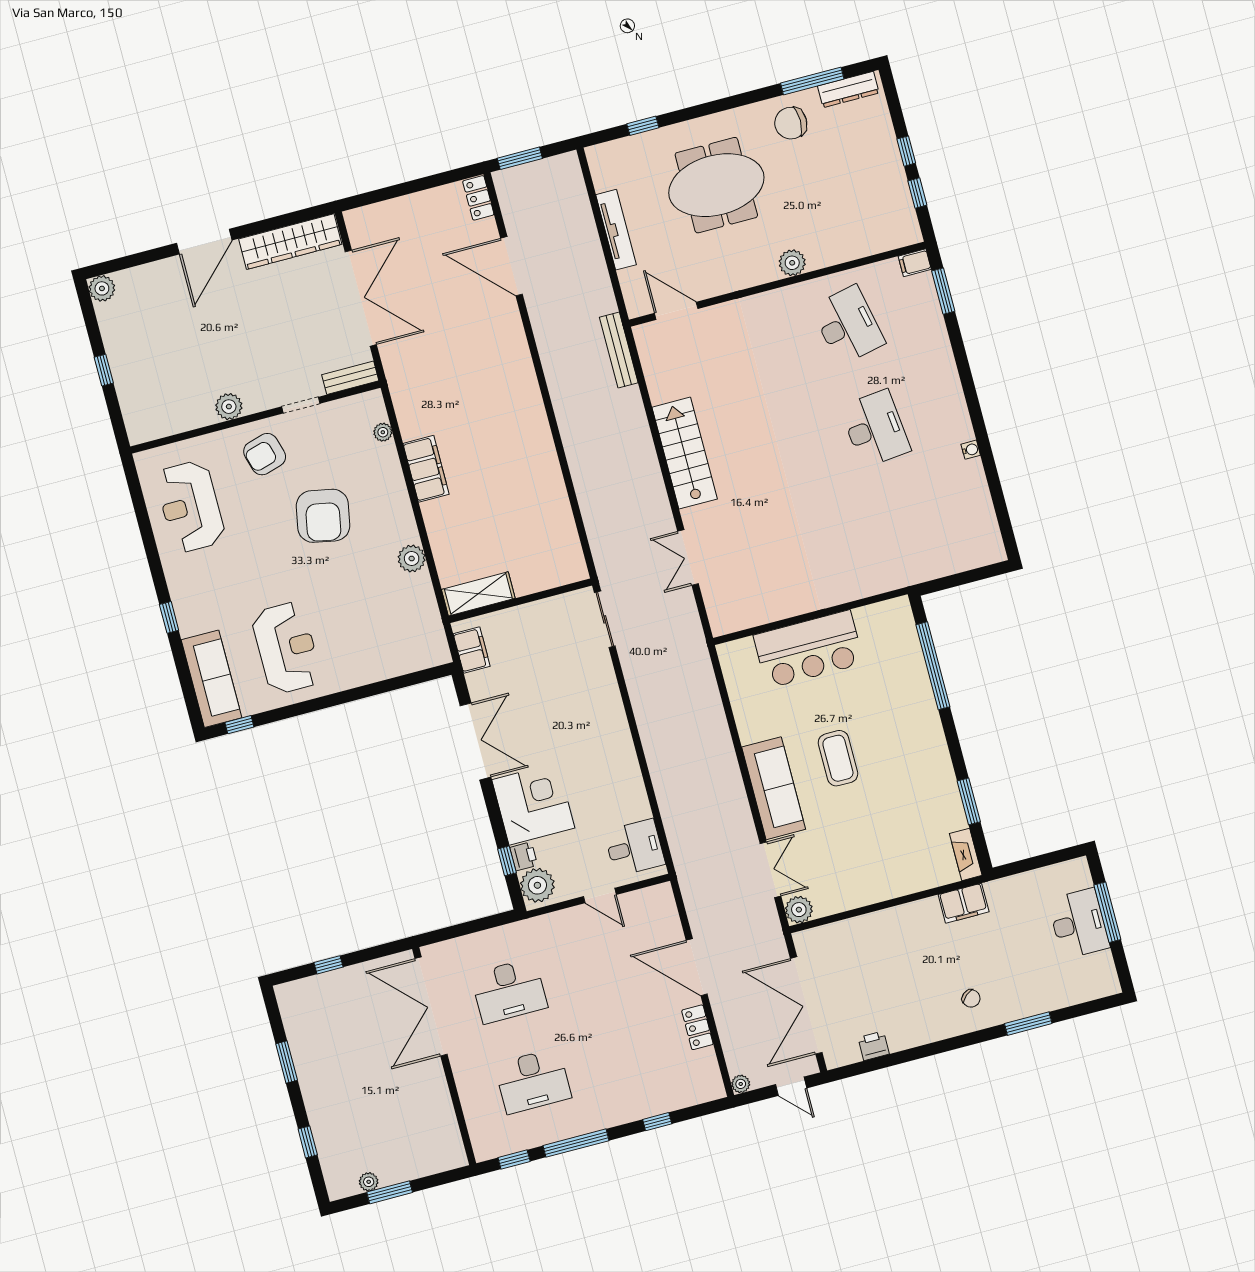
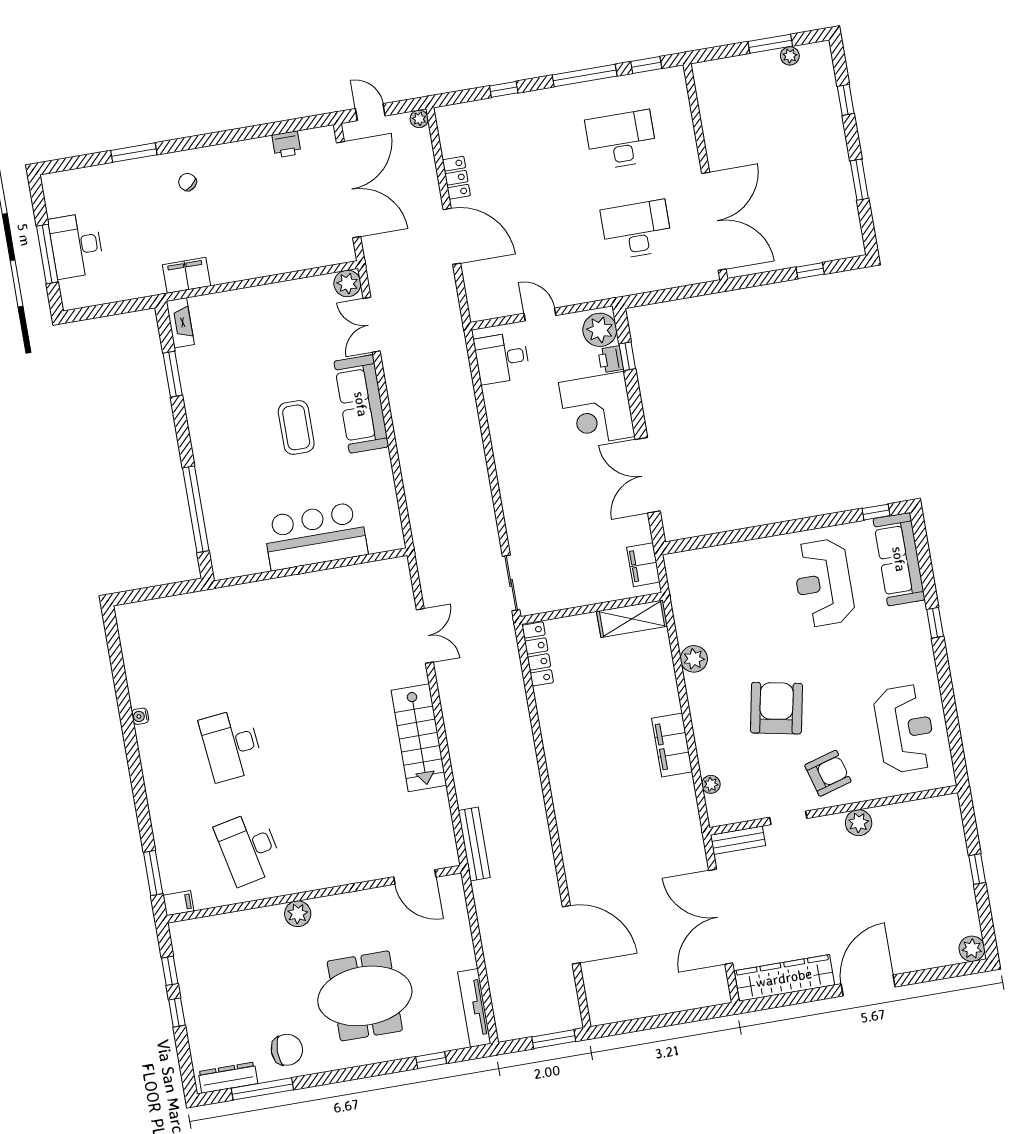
locker: (478, 198) -> (538, 654), moved, width x1.53
tv unit: (616, 230) -> (474, 1008), moved

